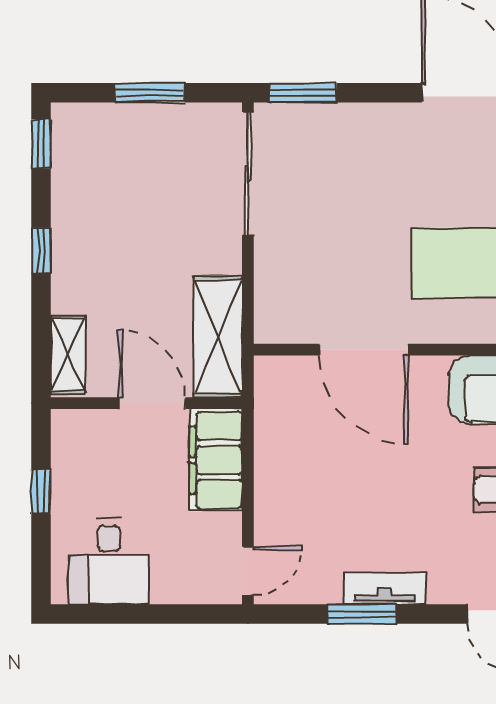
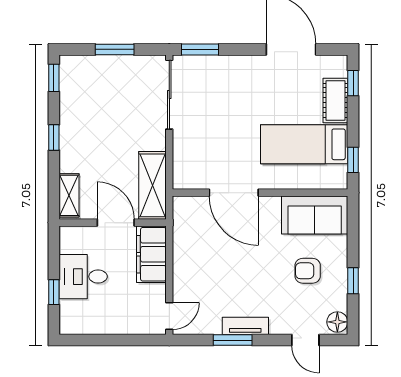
window: (41, 492) -> (54, 292), moved
desk: (109, 561) -> (83, 277), moved, turned 90

